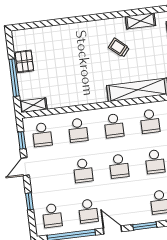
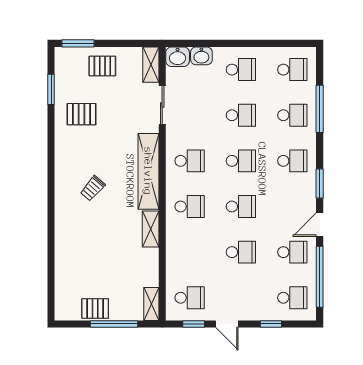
shelving: (140, 21) -> (151, 229), moved
school desk: (78, 130) -> (190, 252), removed

